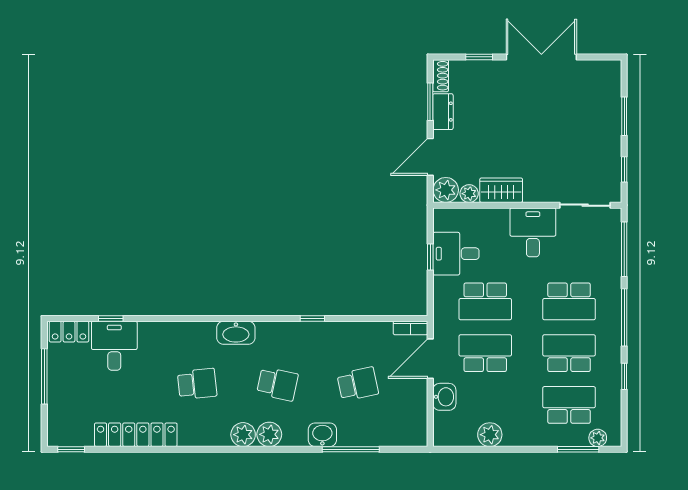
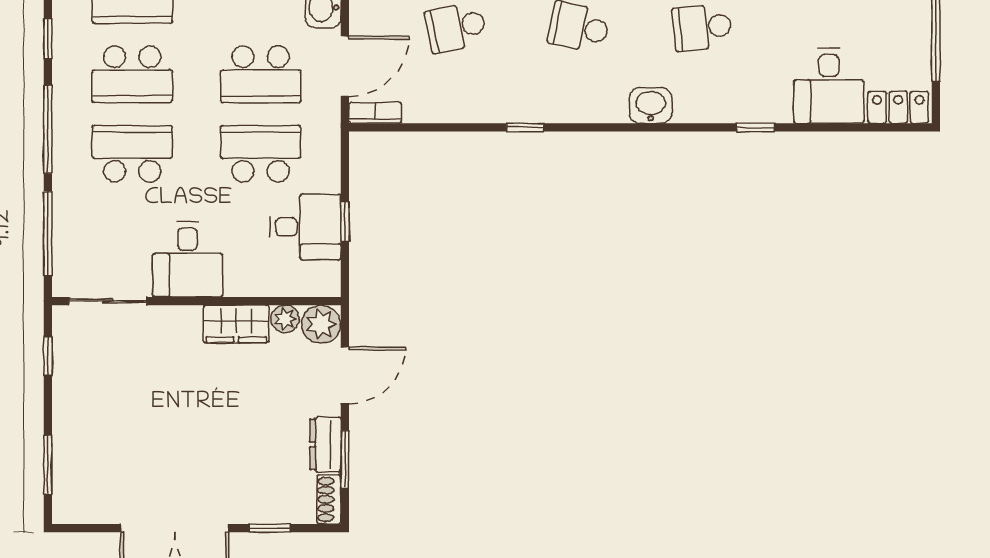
window: (624, 116) -> (48, 465), moved
window: (111, 319) -> (756, 127), moved
washbasin: (236, 333) -> (651, 106), width x0.72

